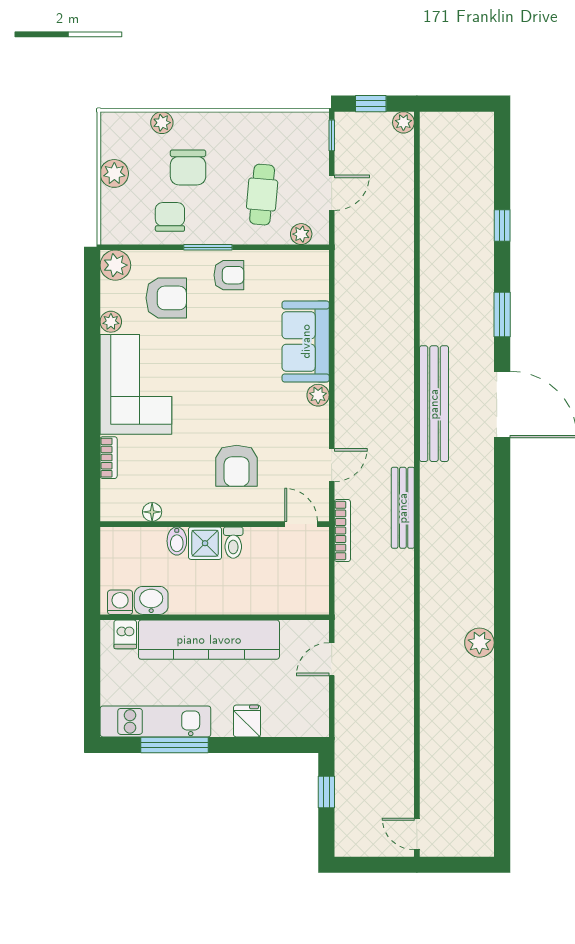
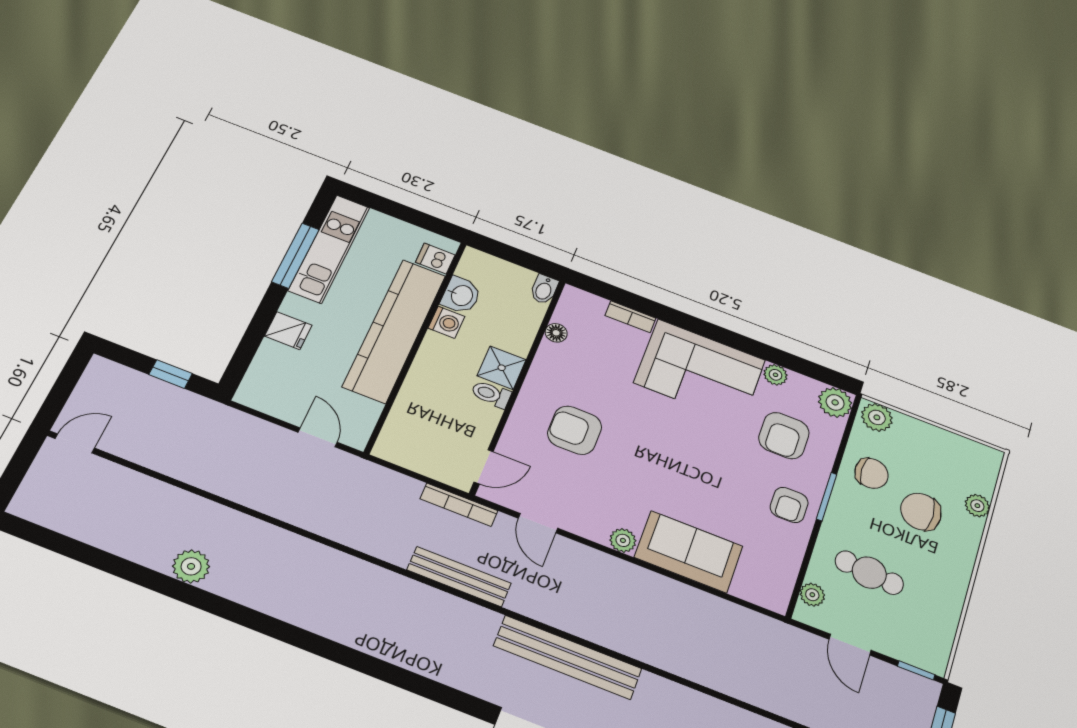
plant: (114, 173) -> (877, 417), moved
bidet: (177, 541) -> (544, 289), moved, turned -90
washing machine: (120, 602) -> (446, 322), moved
plant: (479, 643) -> (191, 566), moved

